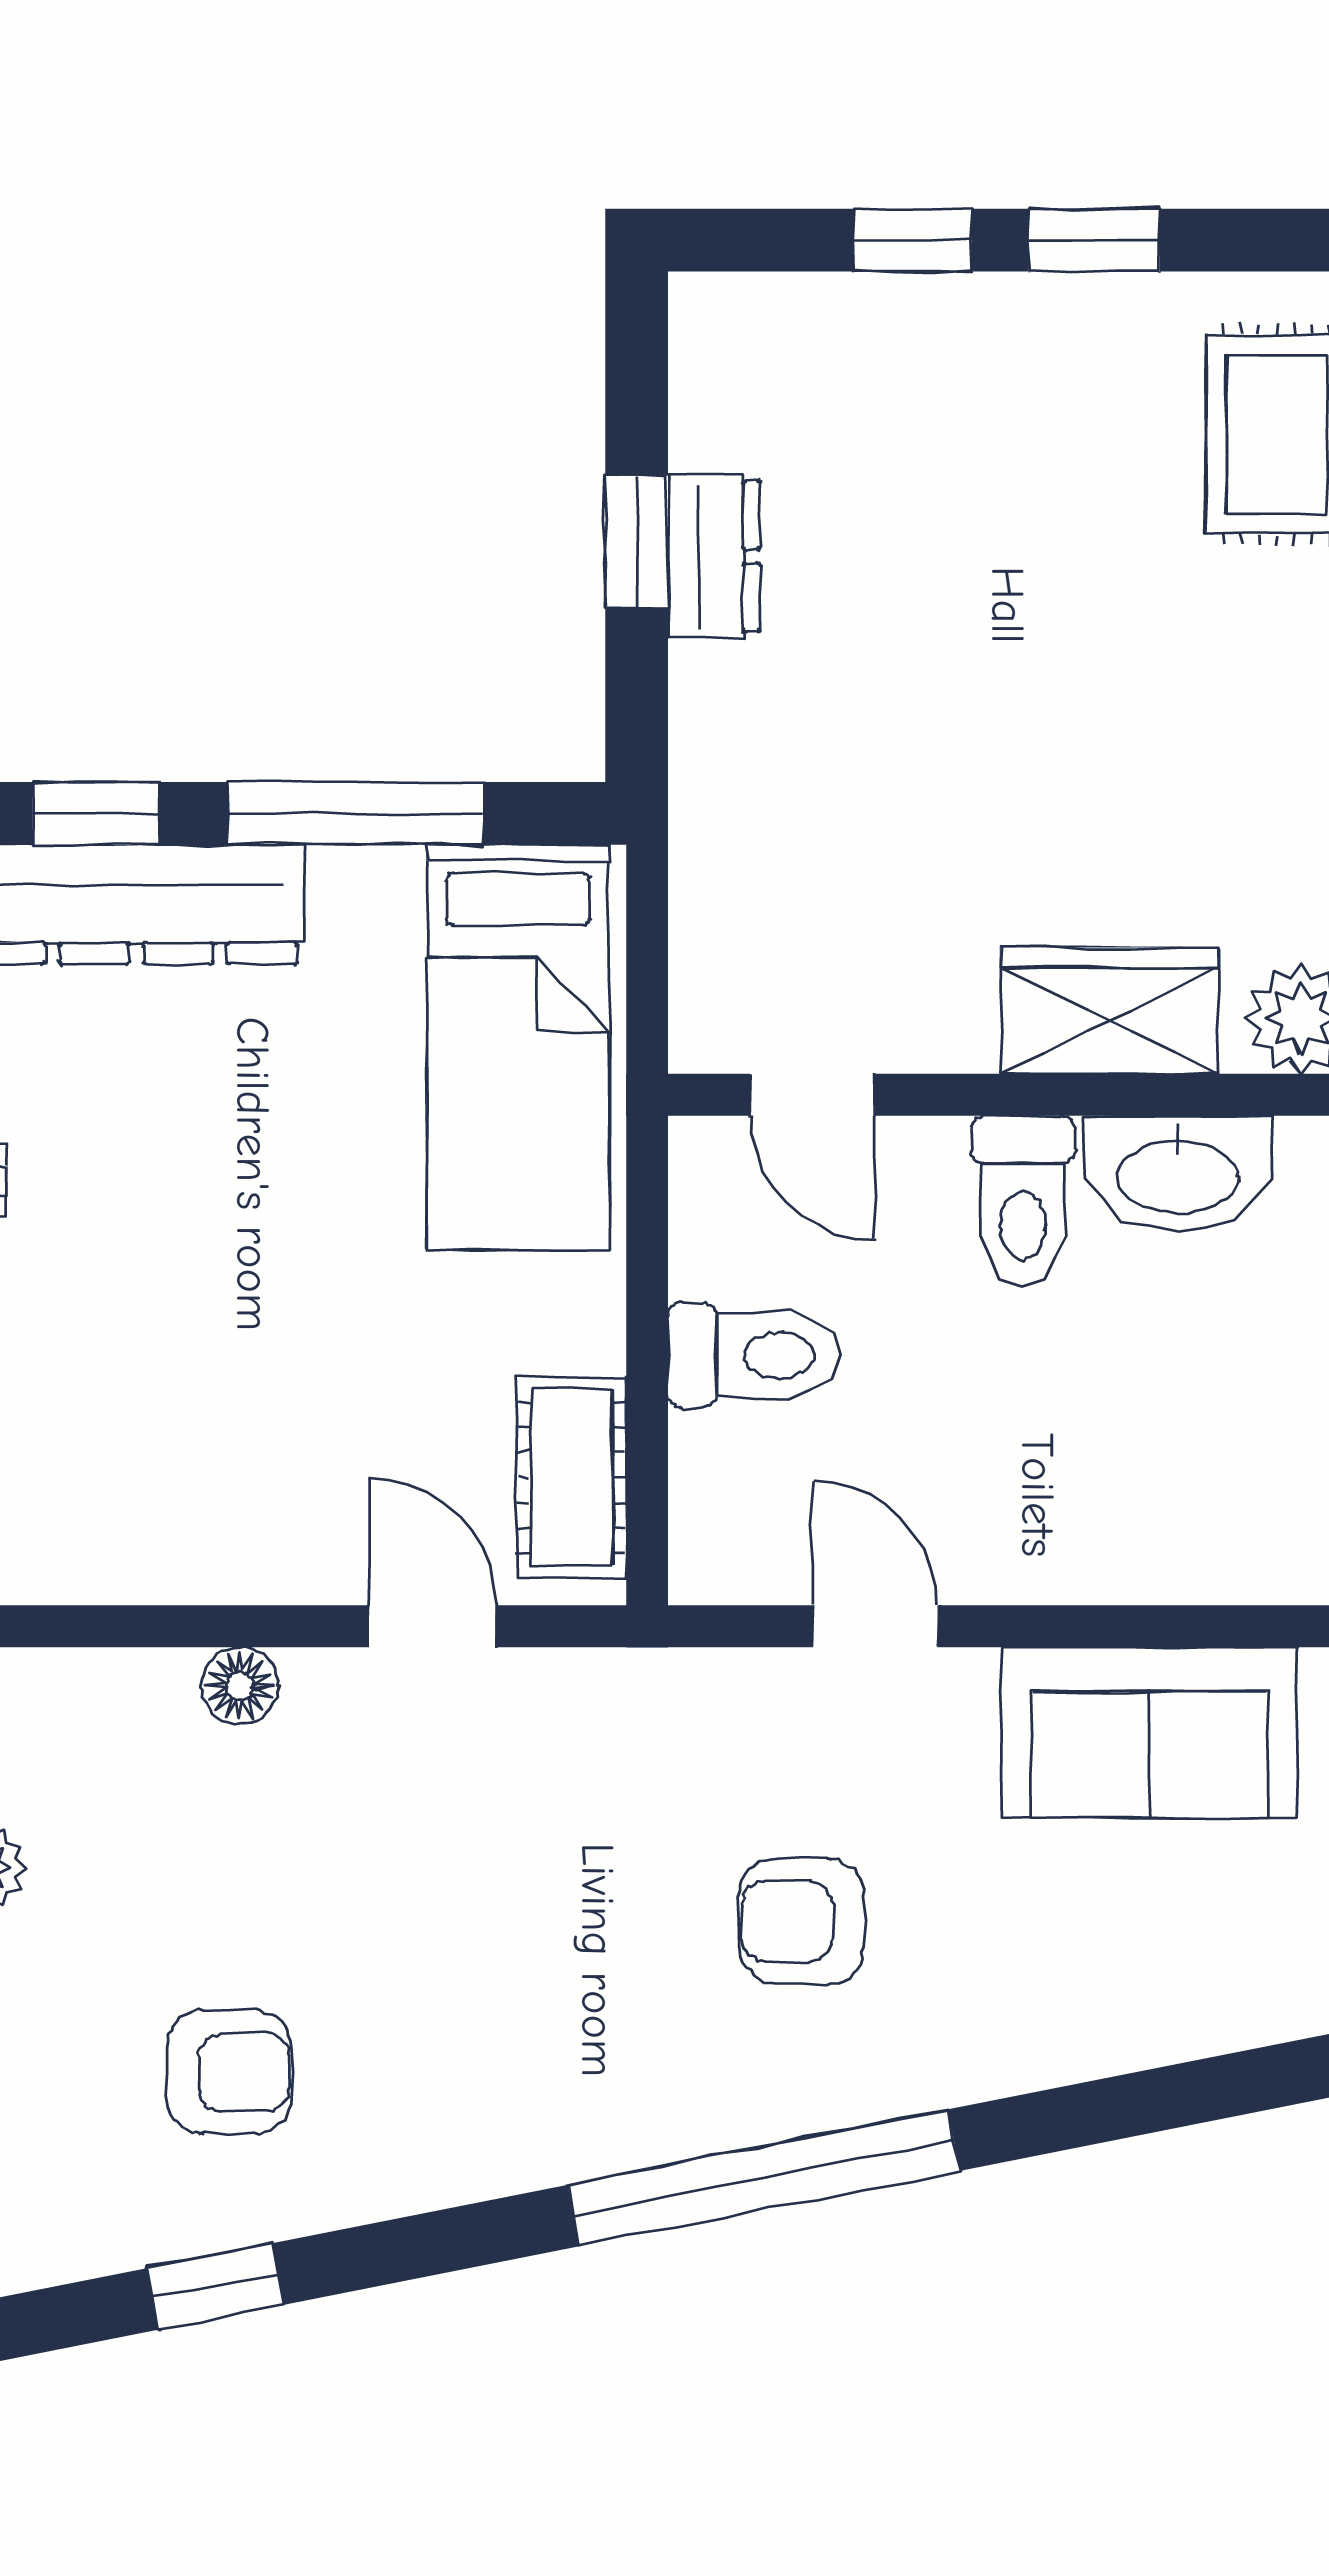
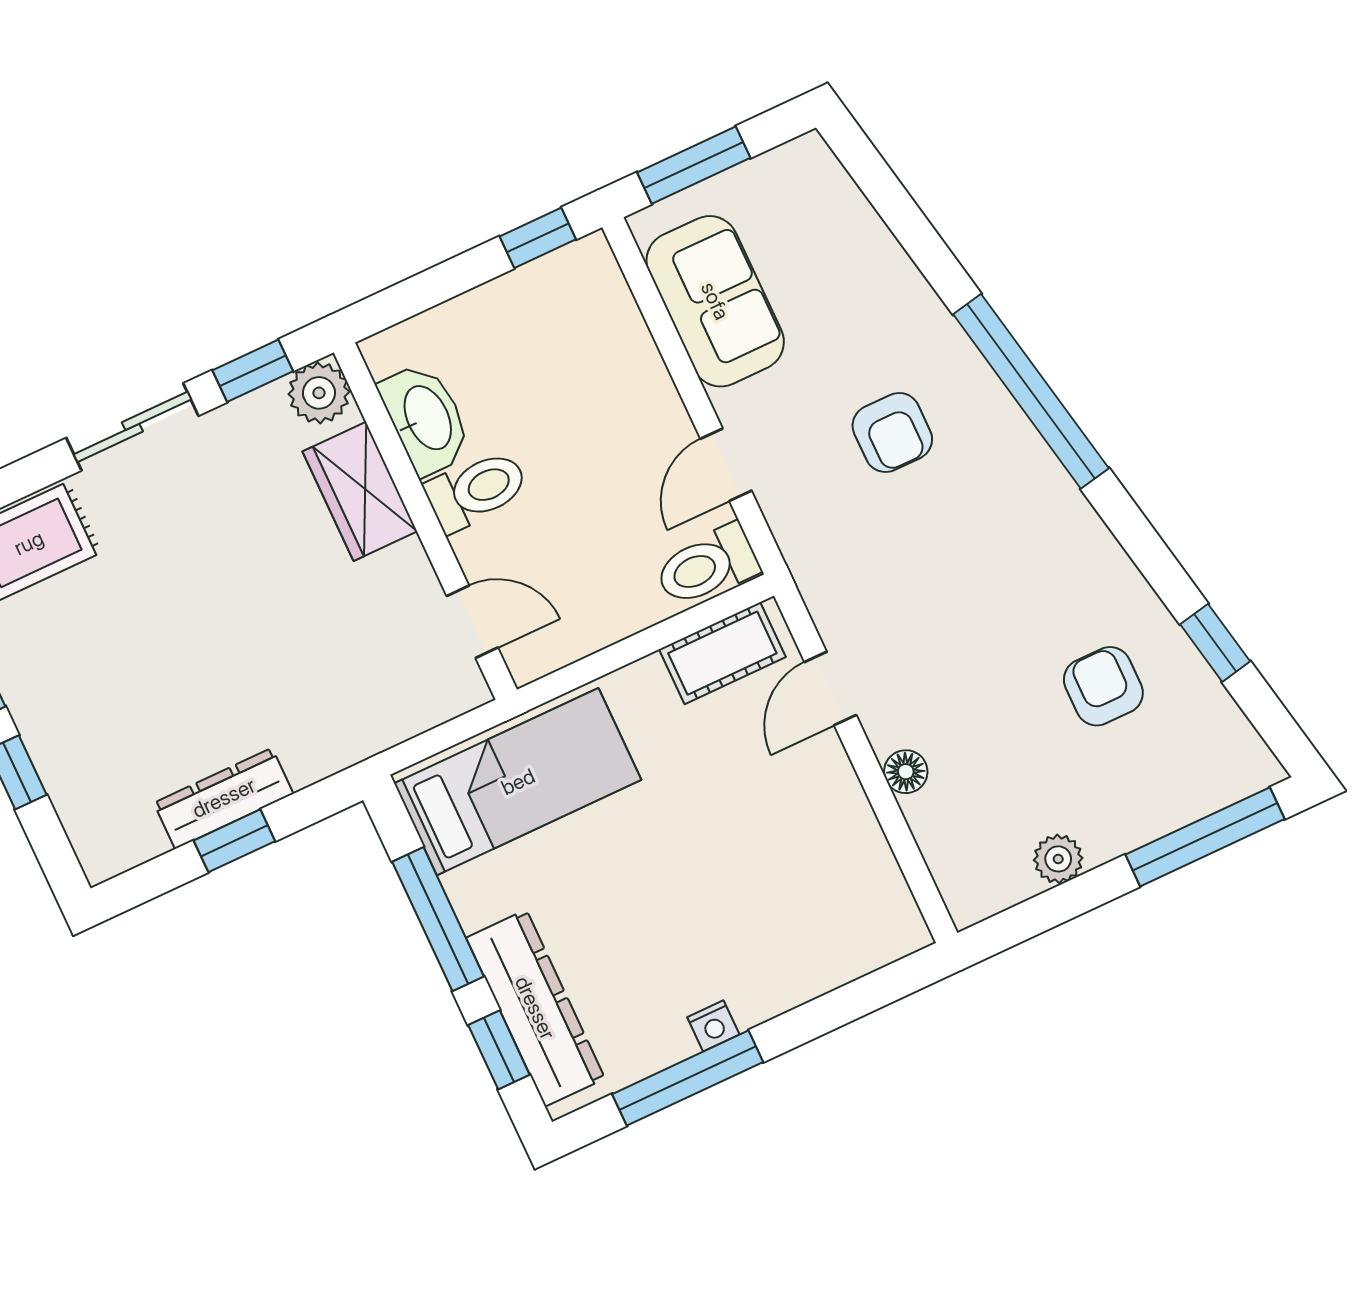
dresser: (714, 556) -> (224, 798), width x1.44
door: (812, 1095) -> (472, 622), hinge flipped
toilet: (755, 1355) -> (707, 566), moved, turned -90

